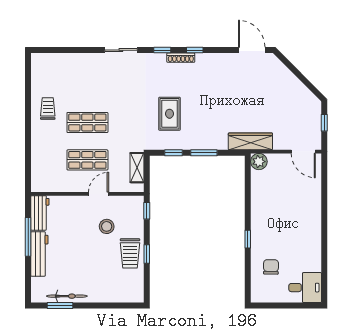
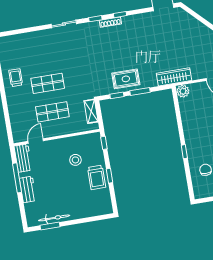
rug: (169, 114) -> (126, 79), moved, turned 90
door: (99, 194) -> (36, 141), moved
workbench: (39, 254) -> (28, 189), width x0.73

